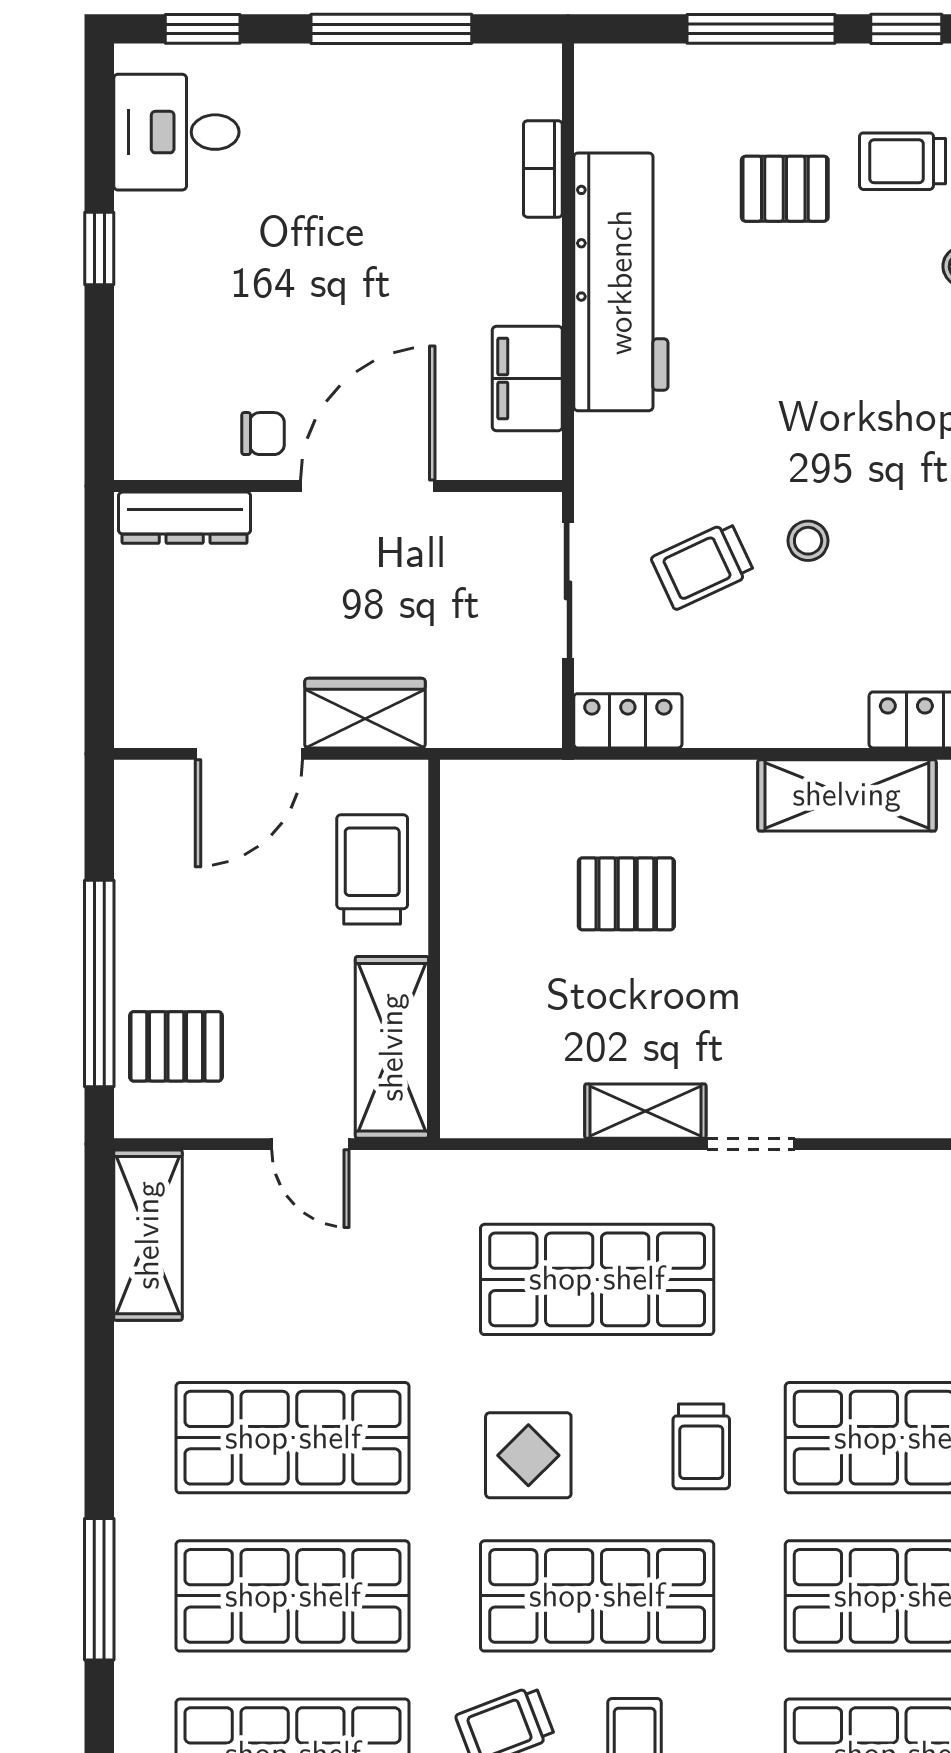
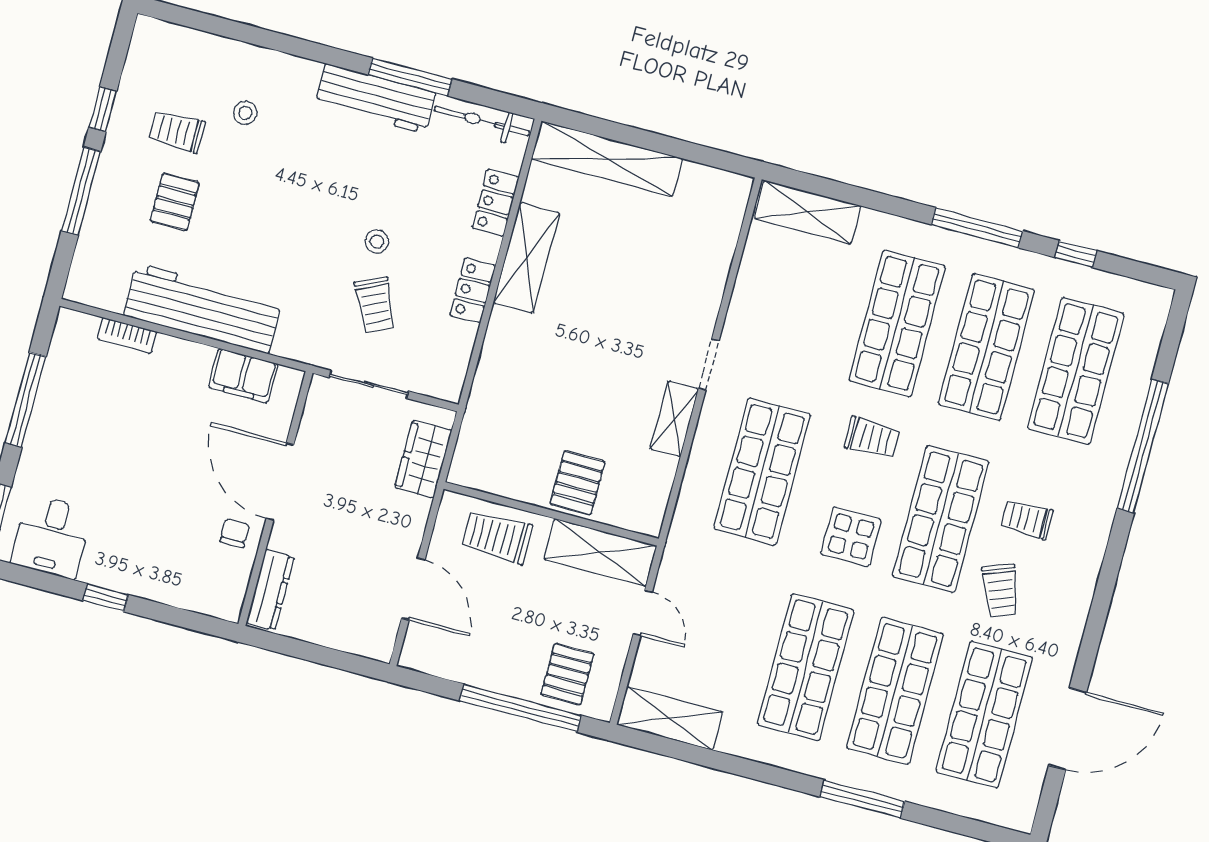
trolley: (903, 161) -> (177, 131), turned 90
wardrobe: (365, 713) -> (423, 459), moved
locker: (628, 721) -> (473, 291), moved
pallet: (626, 894) -> (577, 483), moved
door: (310, 1144) -> (643, 613), hinge flipped

